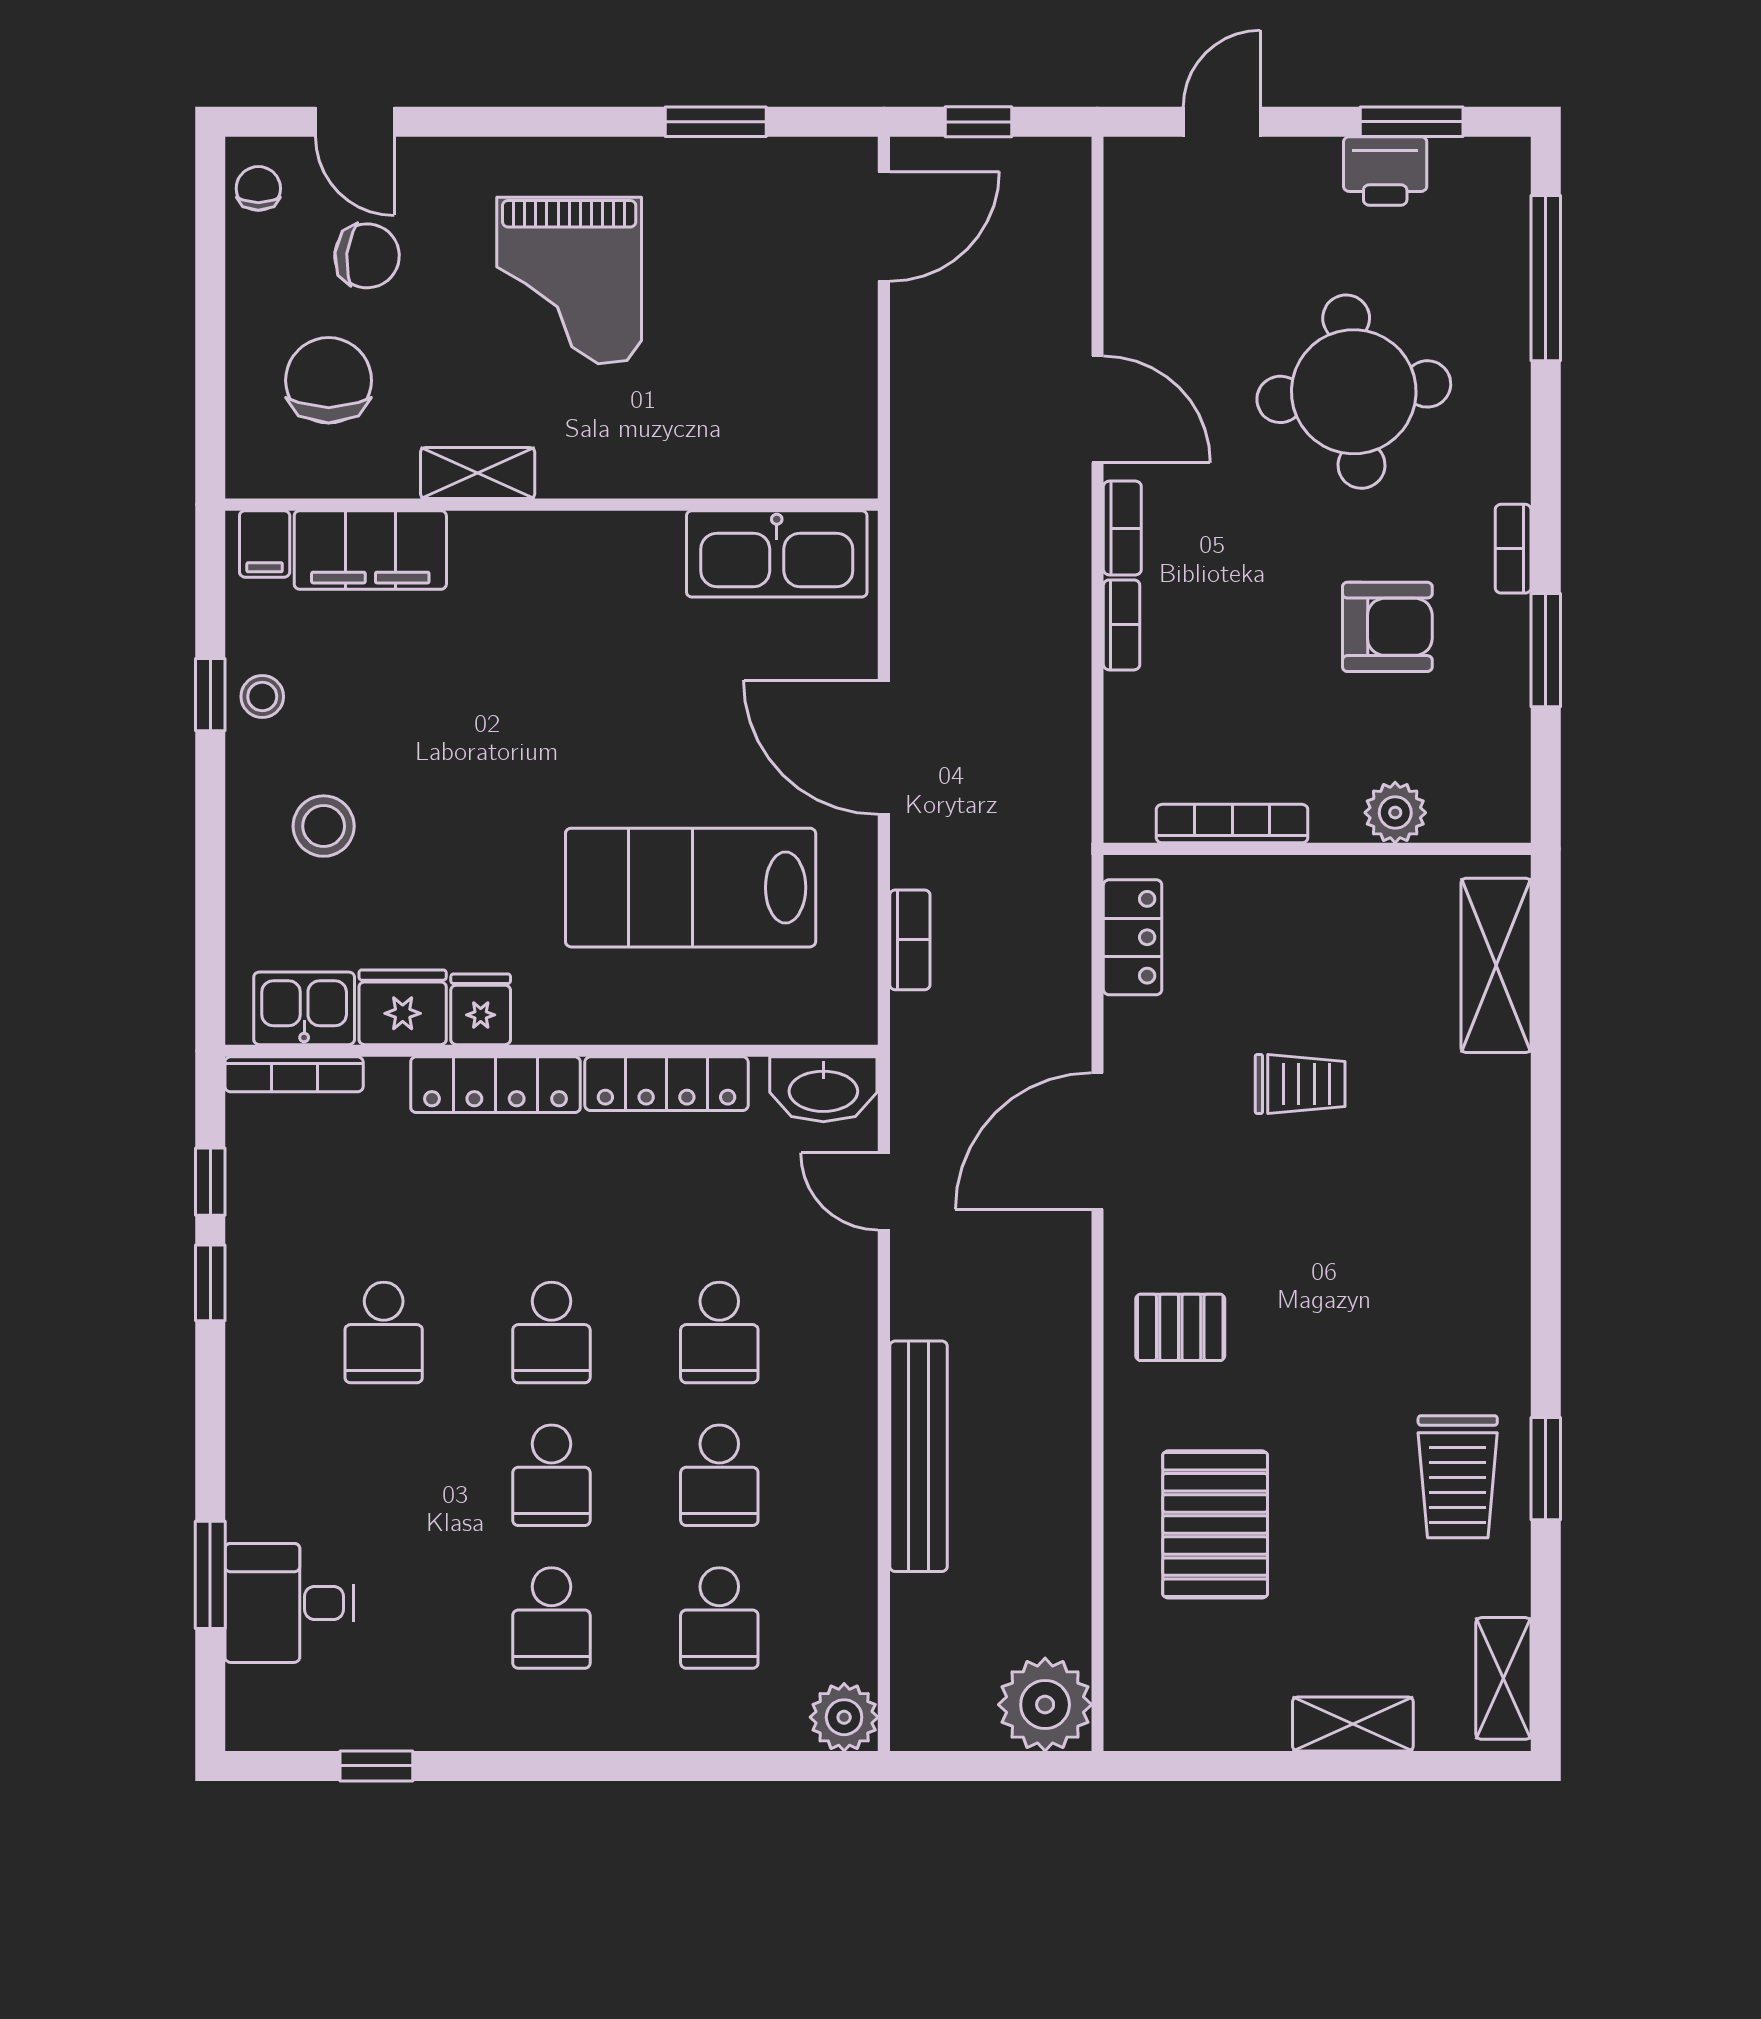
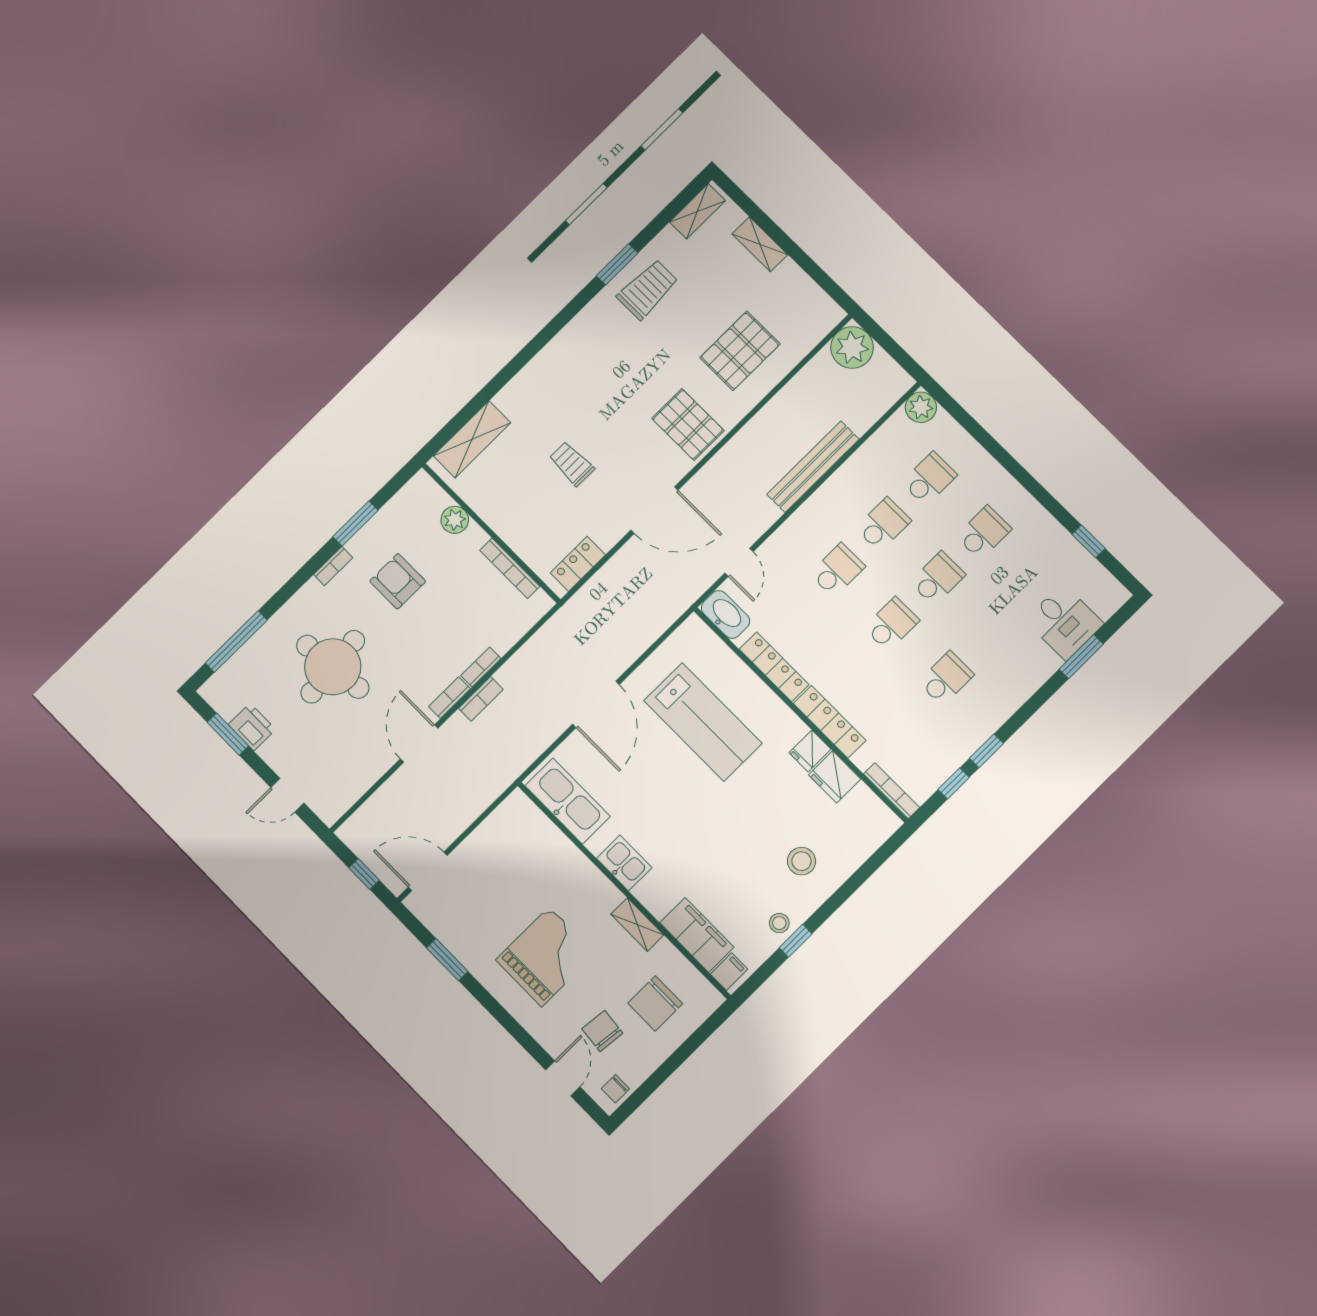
bookcase: (910, 940) -> (481, 699), moved, turned 180
kitchen sink: (304, 1008) -> (624, 863), moved, turned 180
pallet: (1180, 1327) -> (688, 425), width x1.50, depth x1.42

